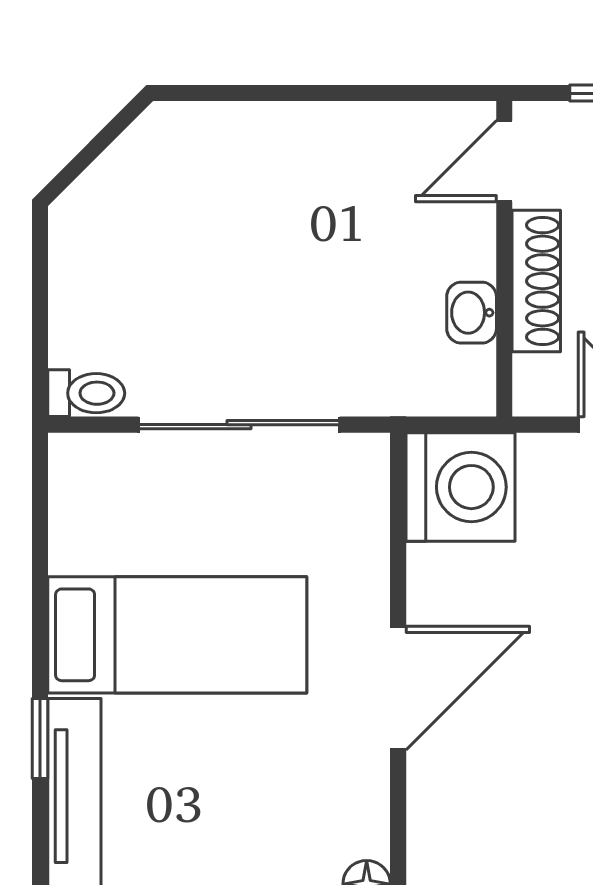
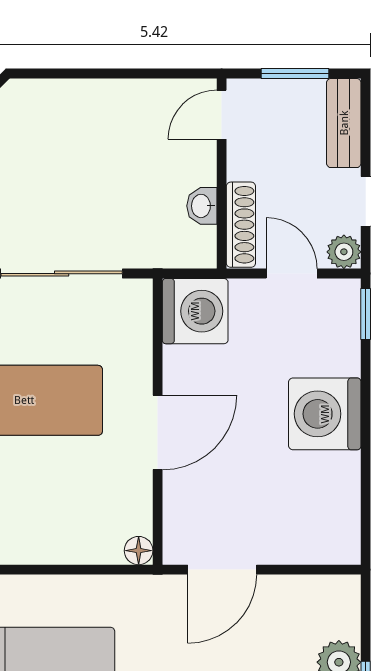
shoe rack: (536, 281) -> (241, 225), moved

